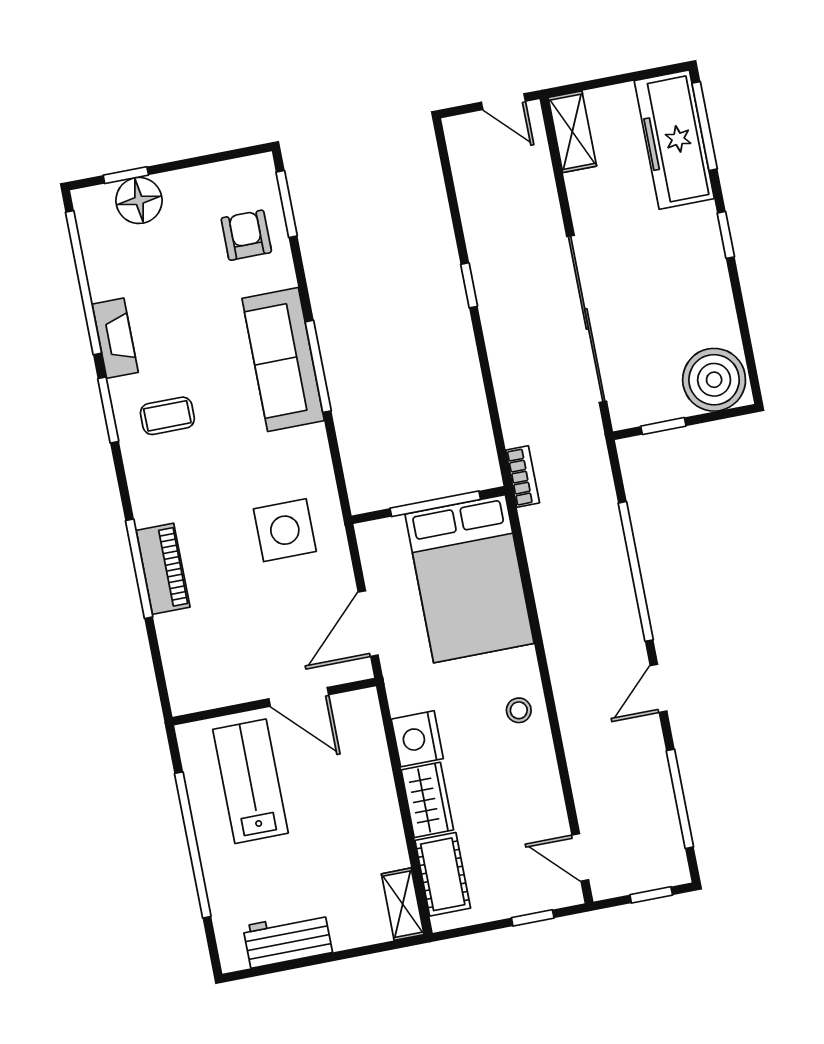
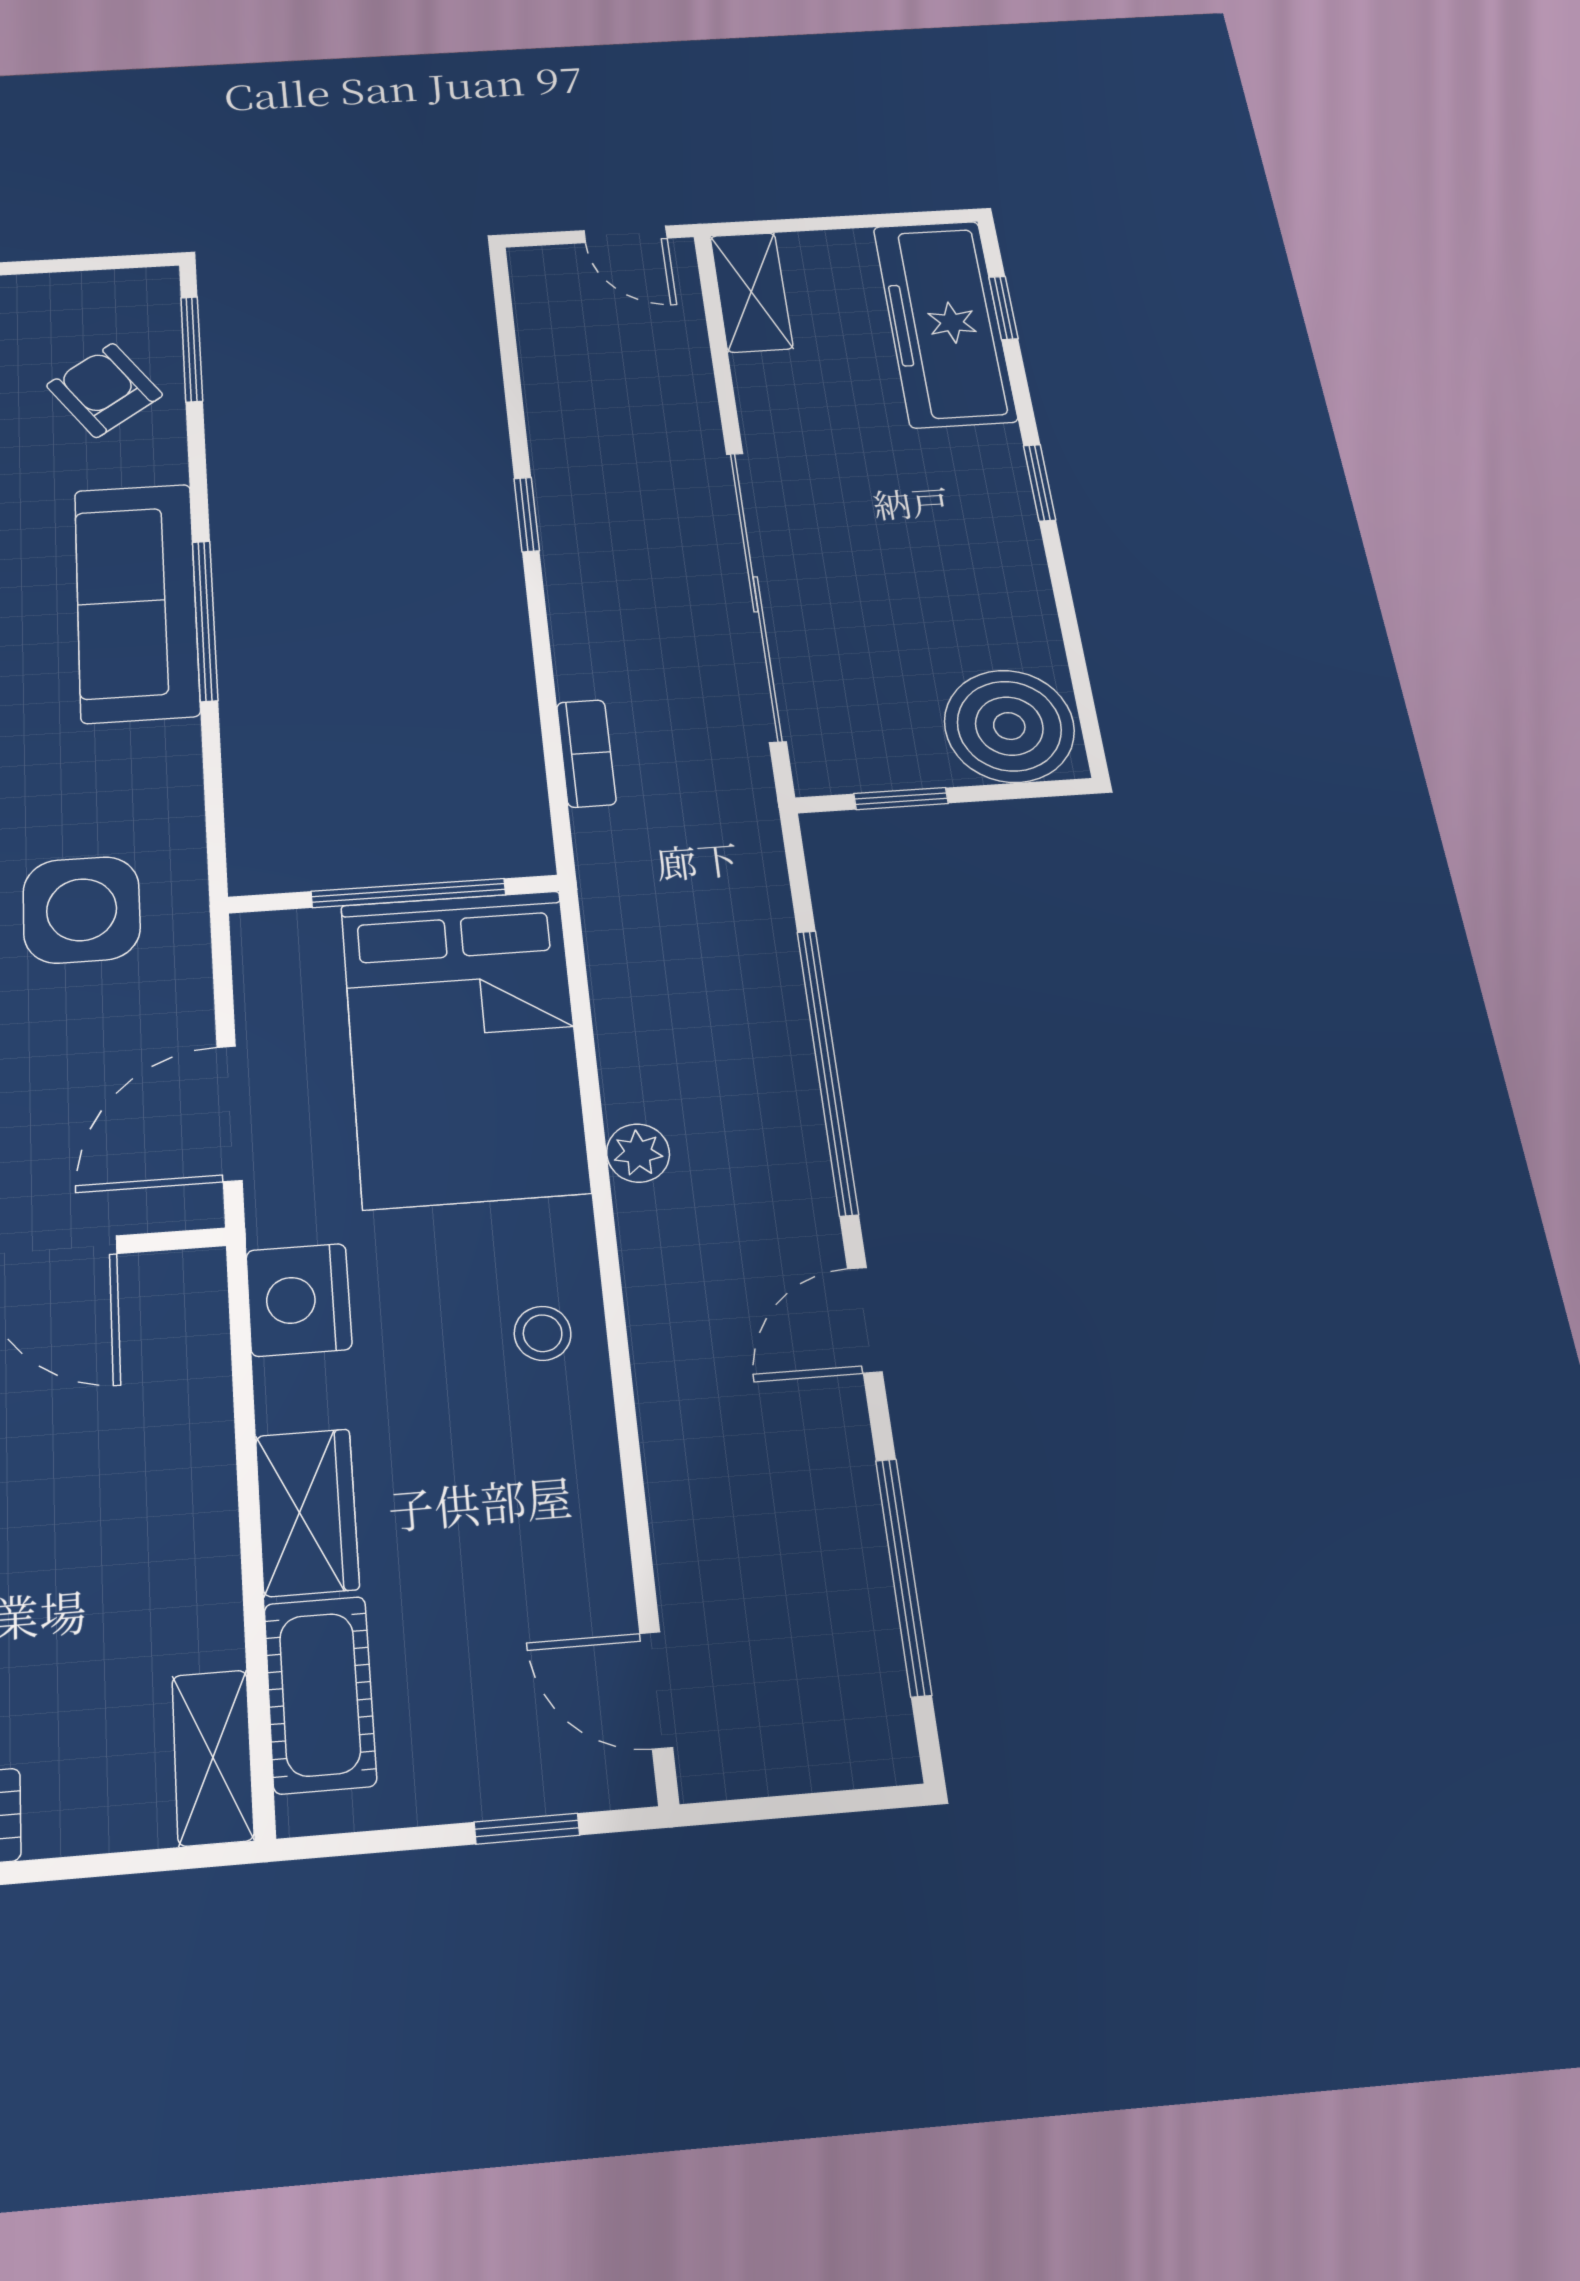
window: (705, 126) -> (1003, 308), width x0.46
armchair: (246, 235) -> (105, 390), turned -35
bookcase: (523, 477) -> (586, 753), moved
plant: (553, 622) -> (638, 1153), added
nightstand: (417, 739) -> (299, 1300), moved
window: (651, 895) -> (823, 1803), removed

